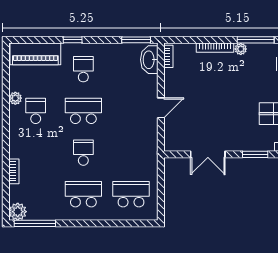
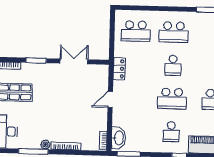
locker: (151, 146) -> (119, 69), added

